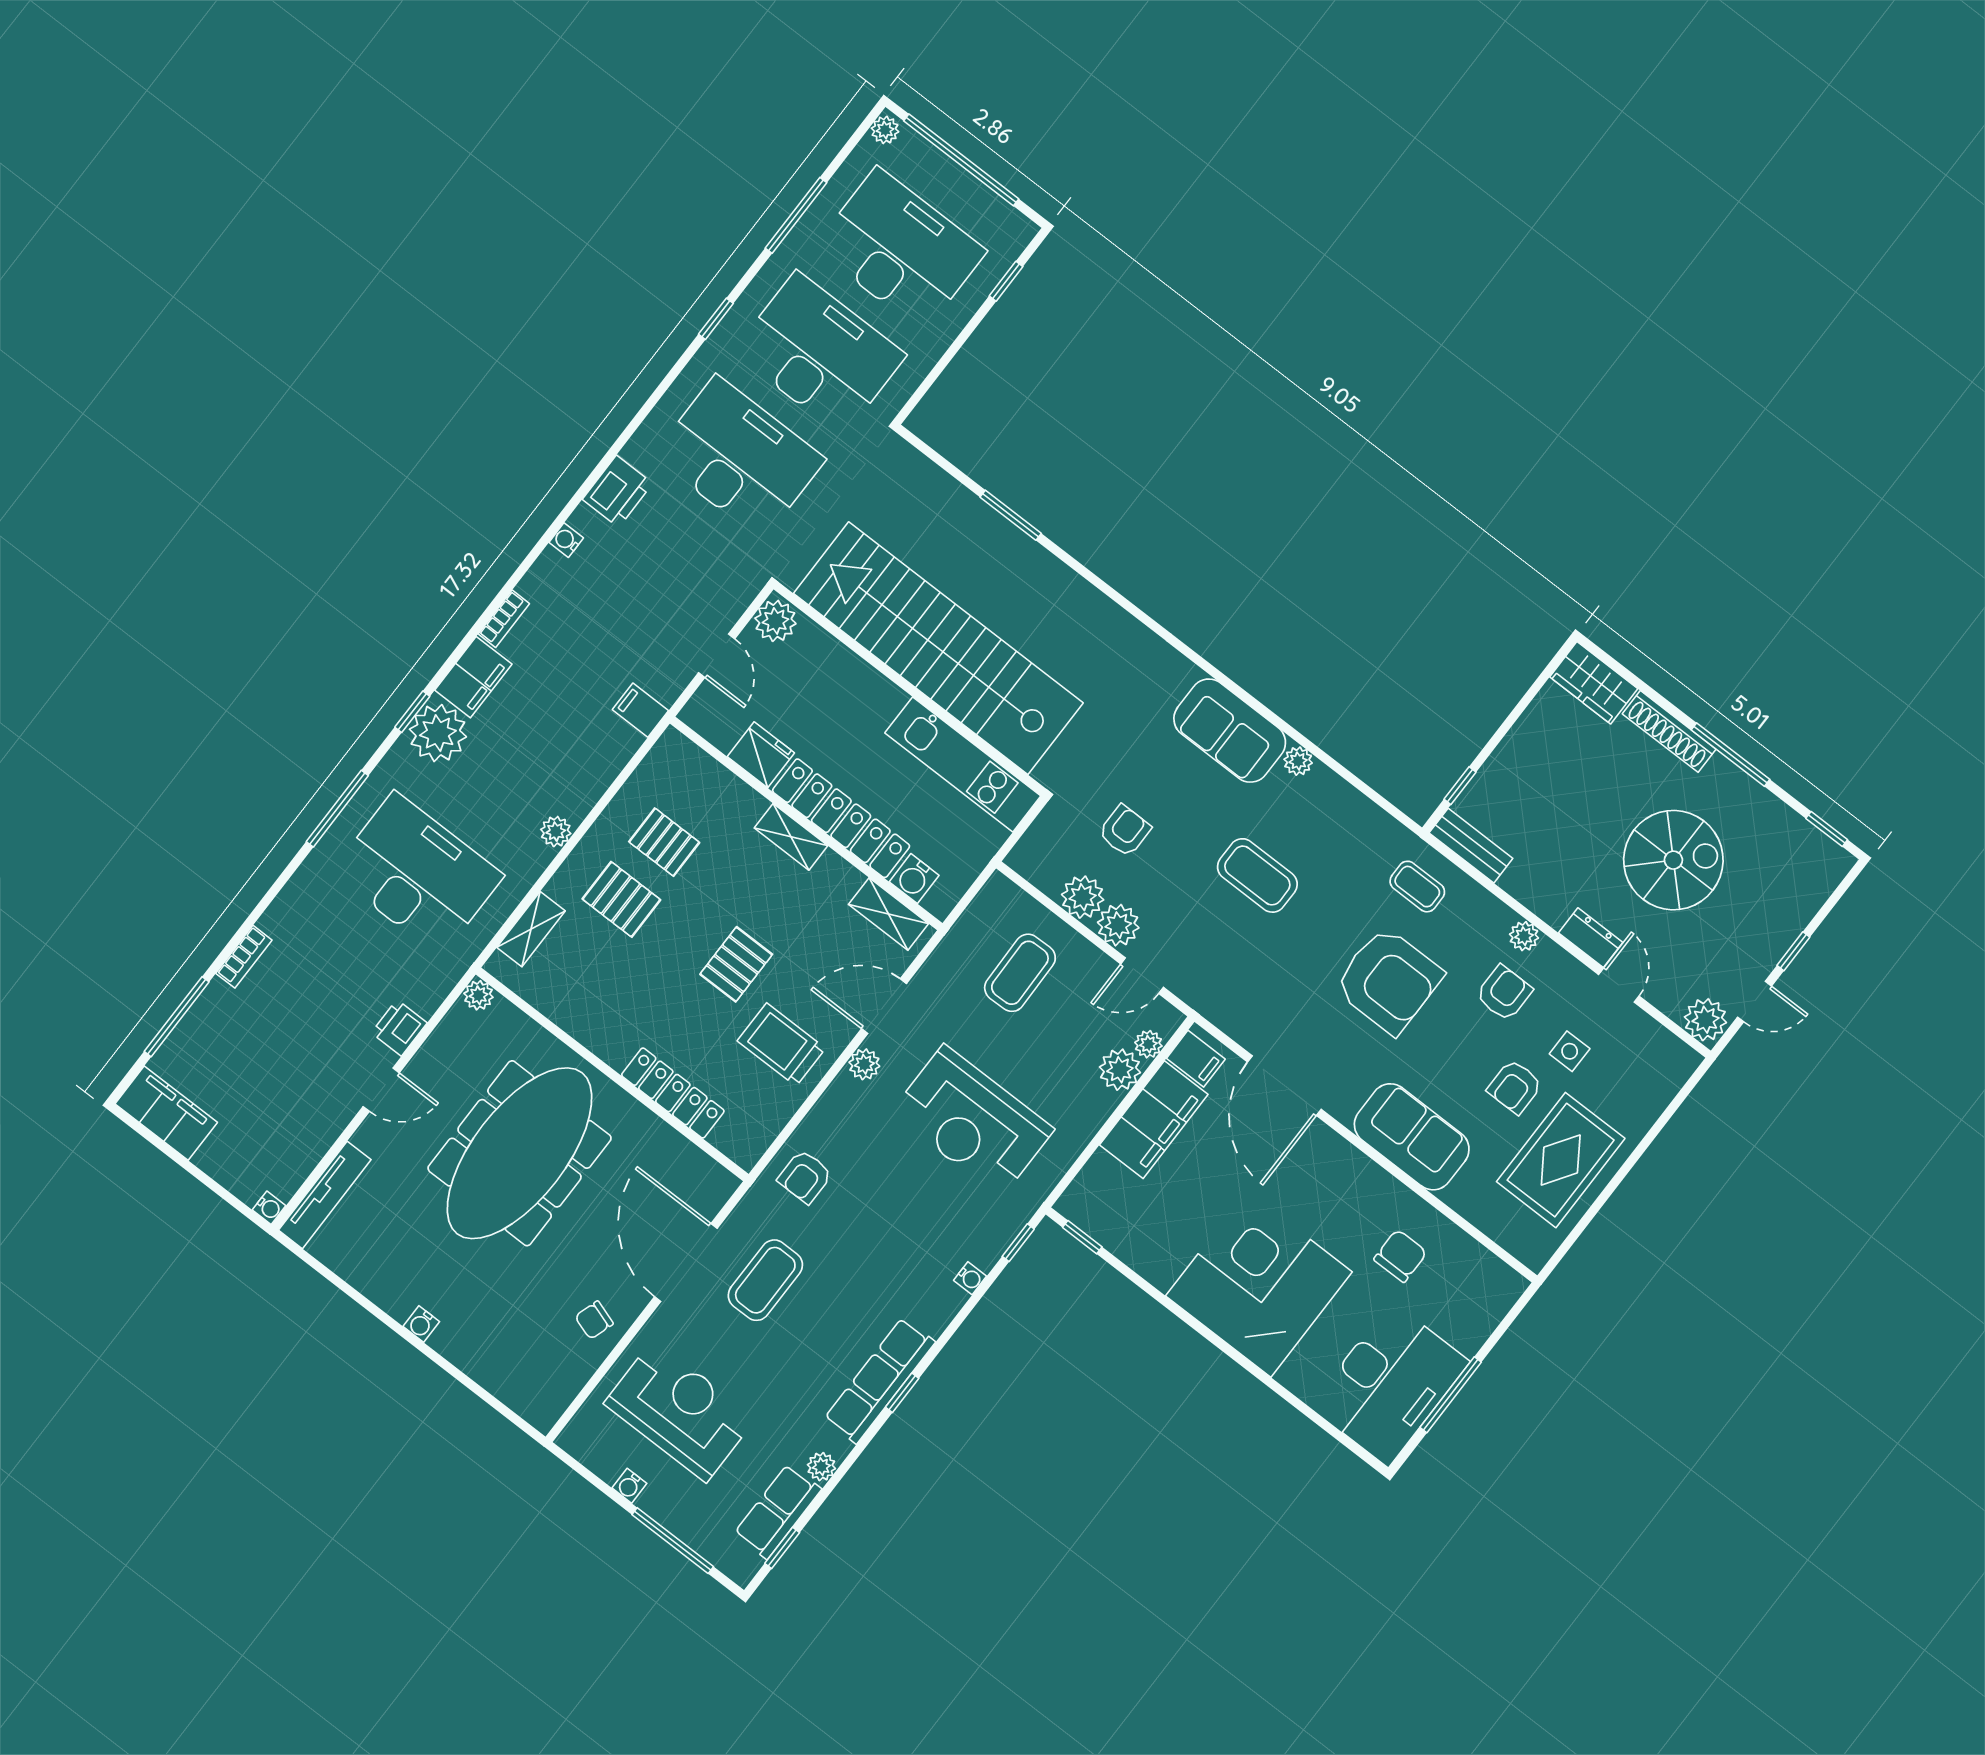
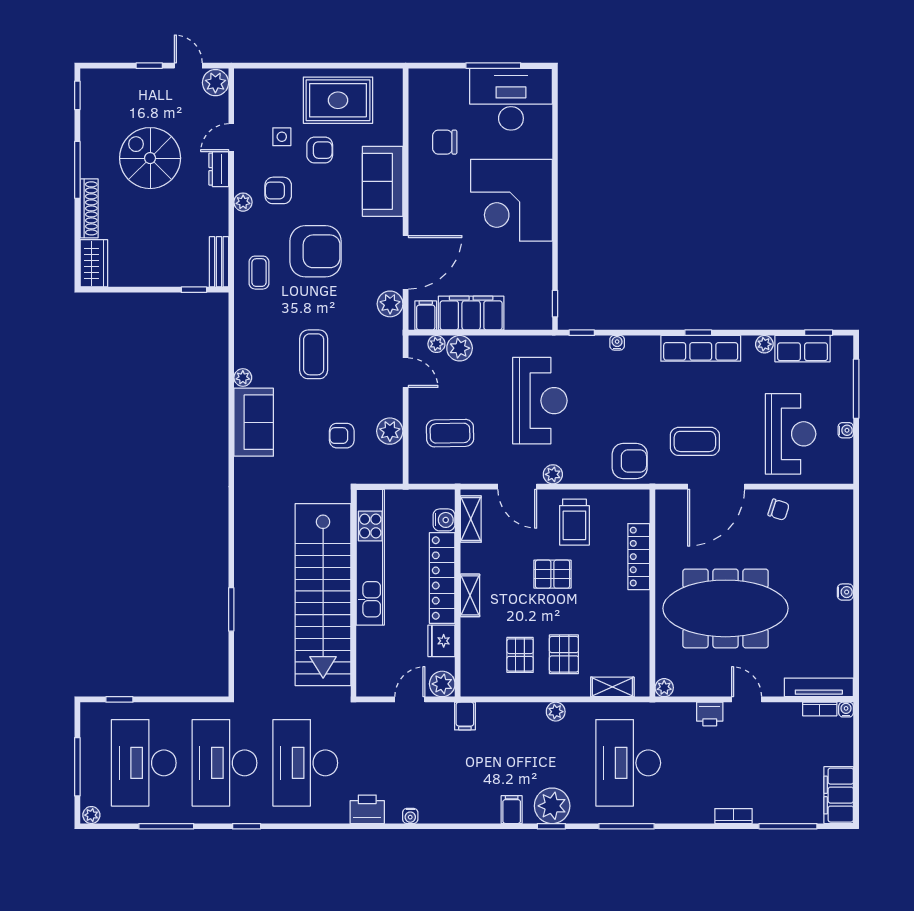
window: (961, 160) -> (77, 767), width x0.68
bookcase: (504, 619) -> (820, 709), moved, turned 180
plant: (775, 621) -> (442, 684), moved
filing cabinet: (473, 677) -> (512, 810), width x0.50
kitchen unit: (963, 764) -> (370, 557), width x1.36
plant: (1118, 925) -> (390, 304), moved
armchair: (1388, 980) -> (315, 251), turned 90
armchair: (805, 1177) -> (630, 461), width x1.38, depth x1.38
reception desk: (680, 1411) -> (791, 434), turned 180

